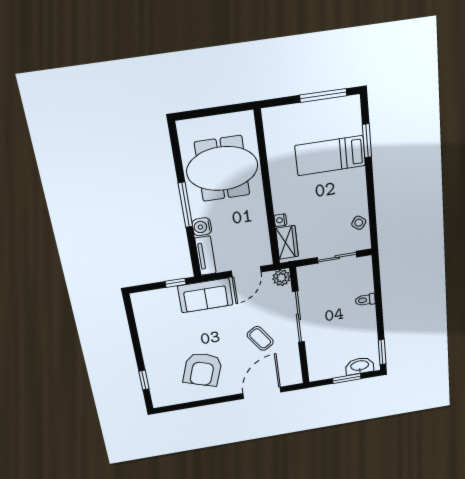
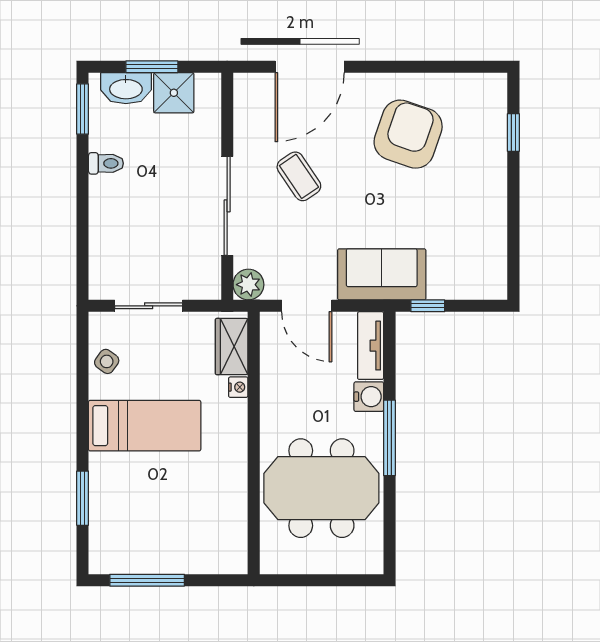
bed: (330, 156) -> (145, 426), moved
door: (246, 272) -> (307, 306), swing flipped
toilet: (365, 300) -> (106, 163), moved
shower: (334, 368) -> (174, 93), added

